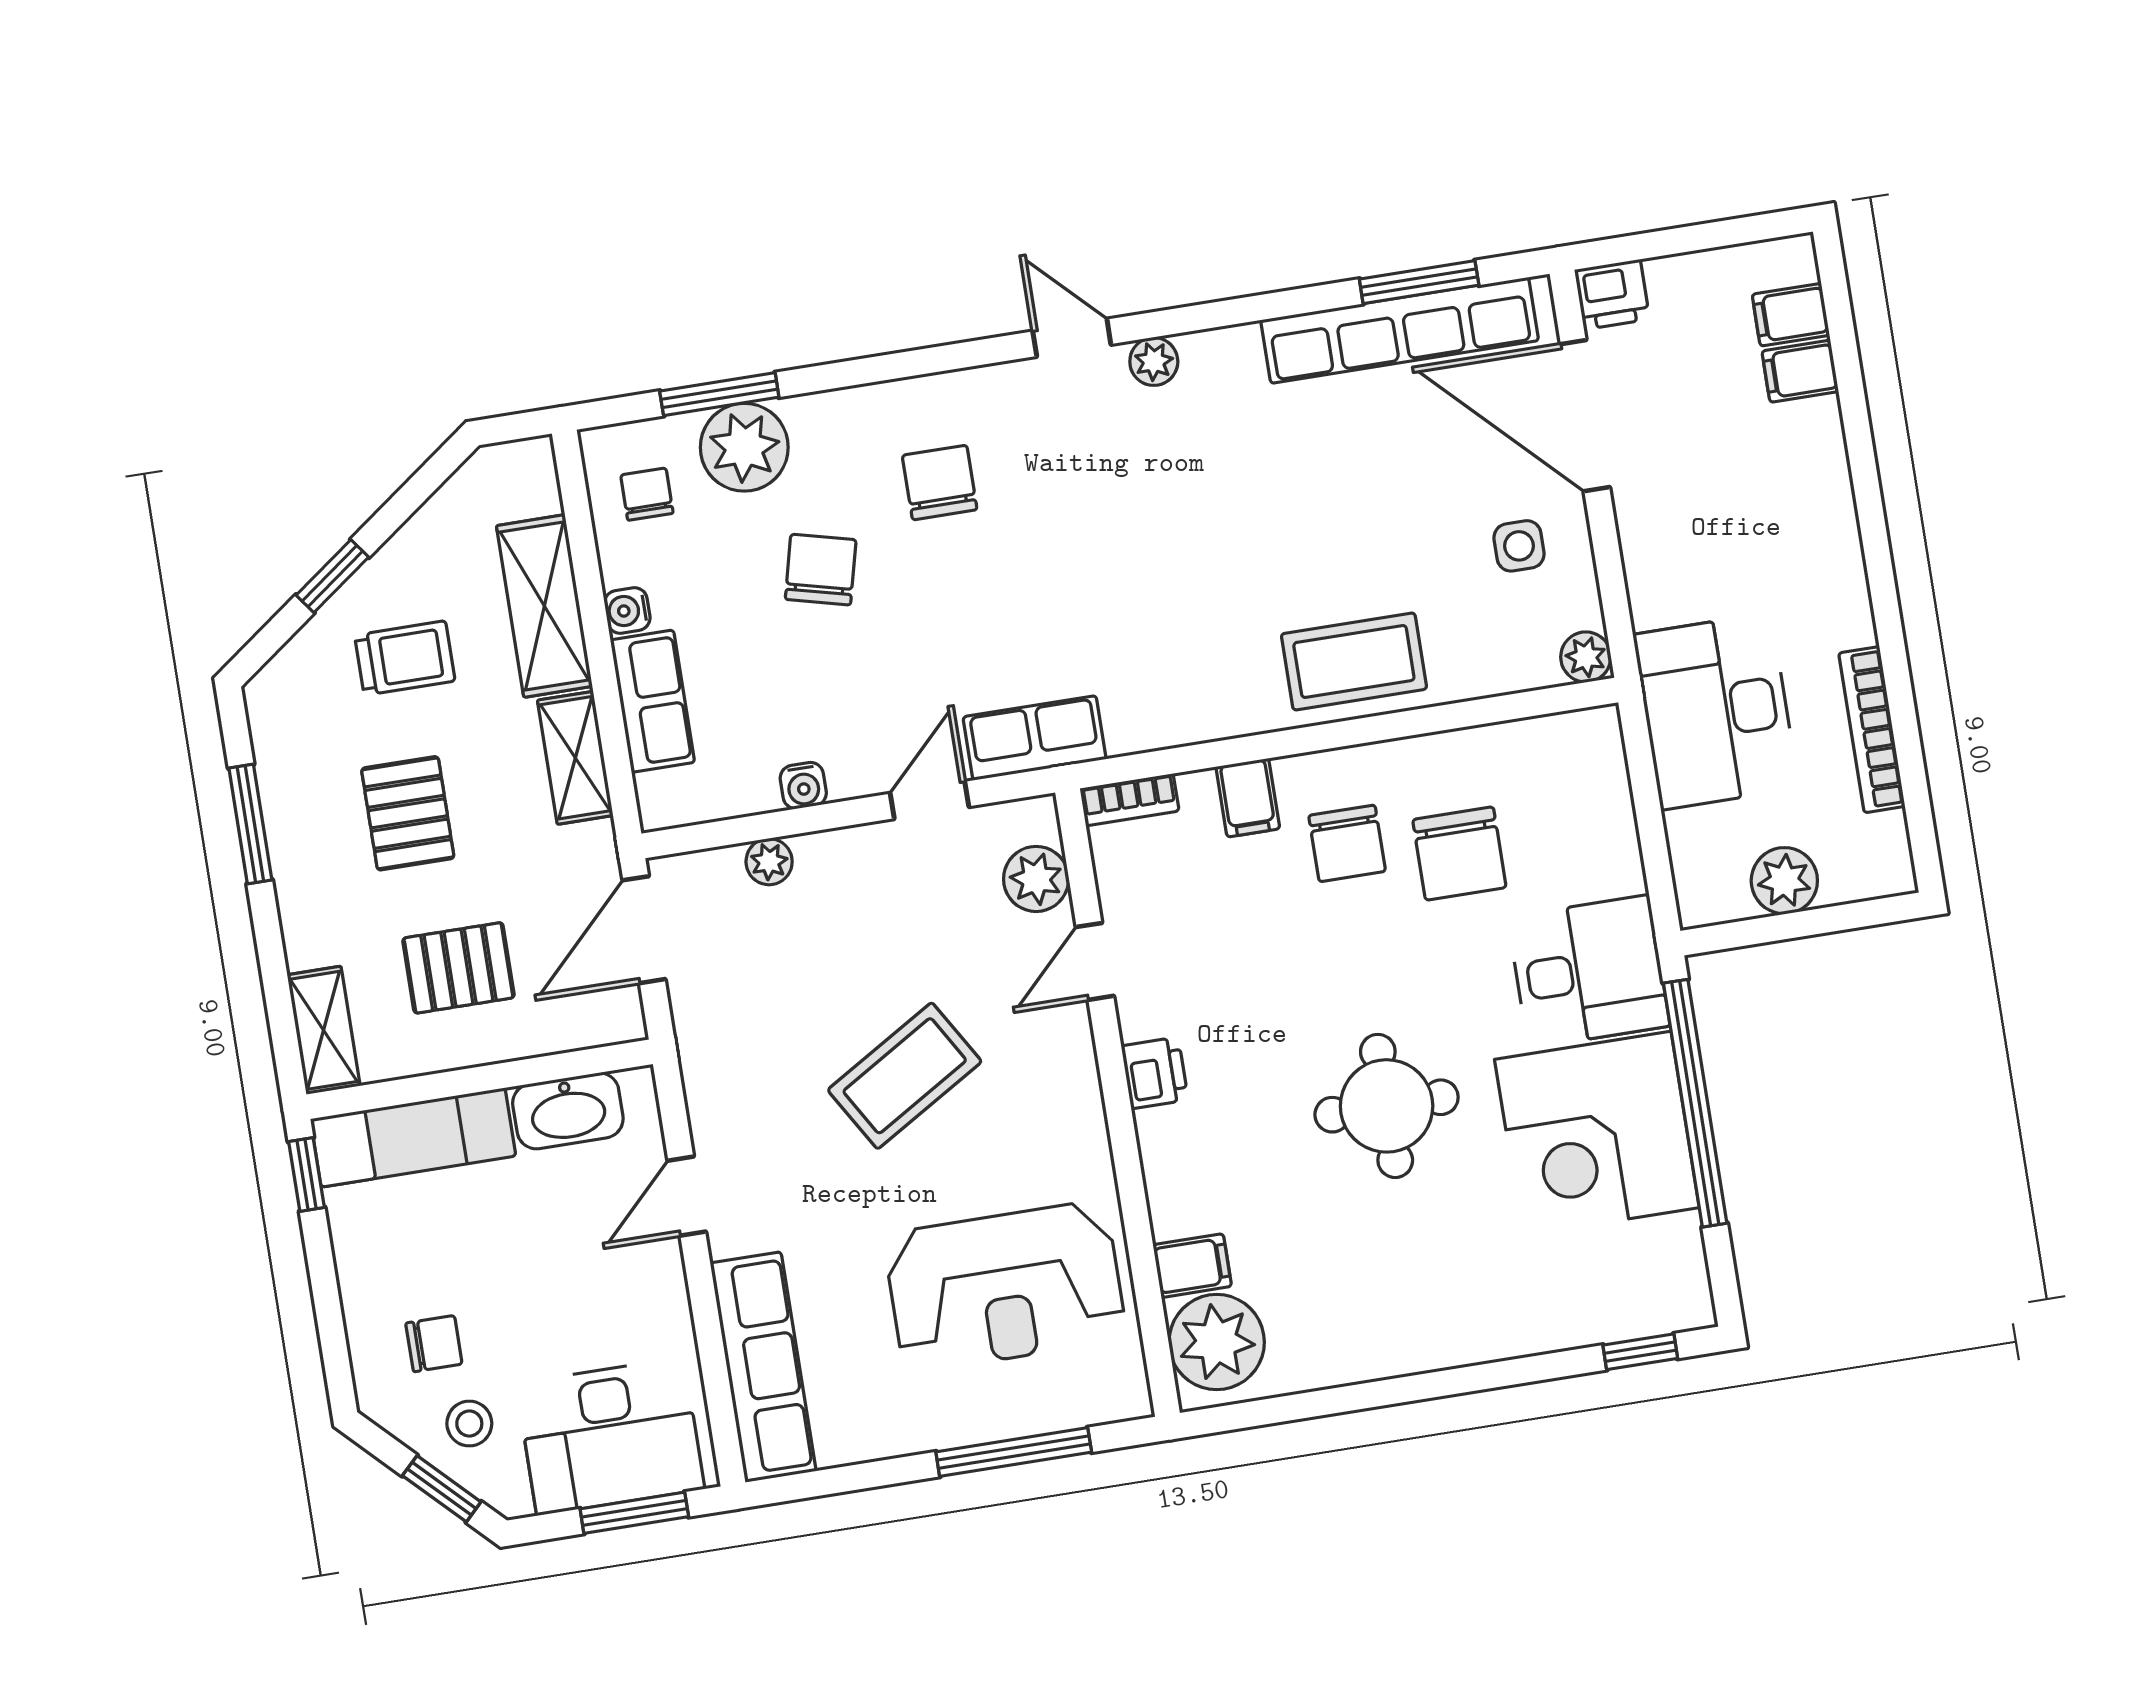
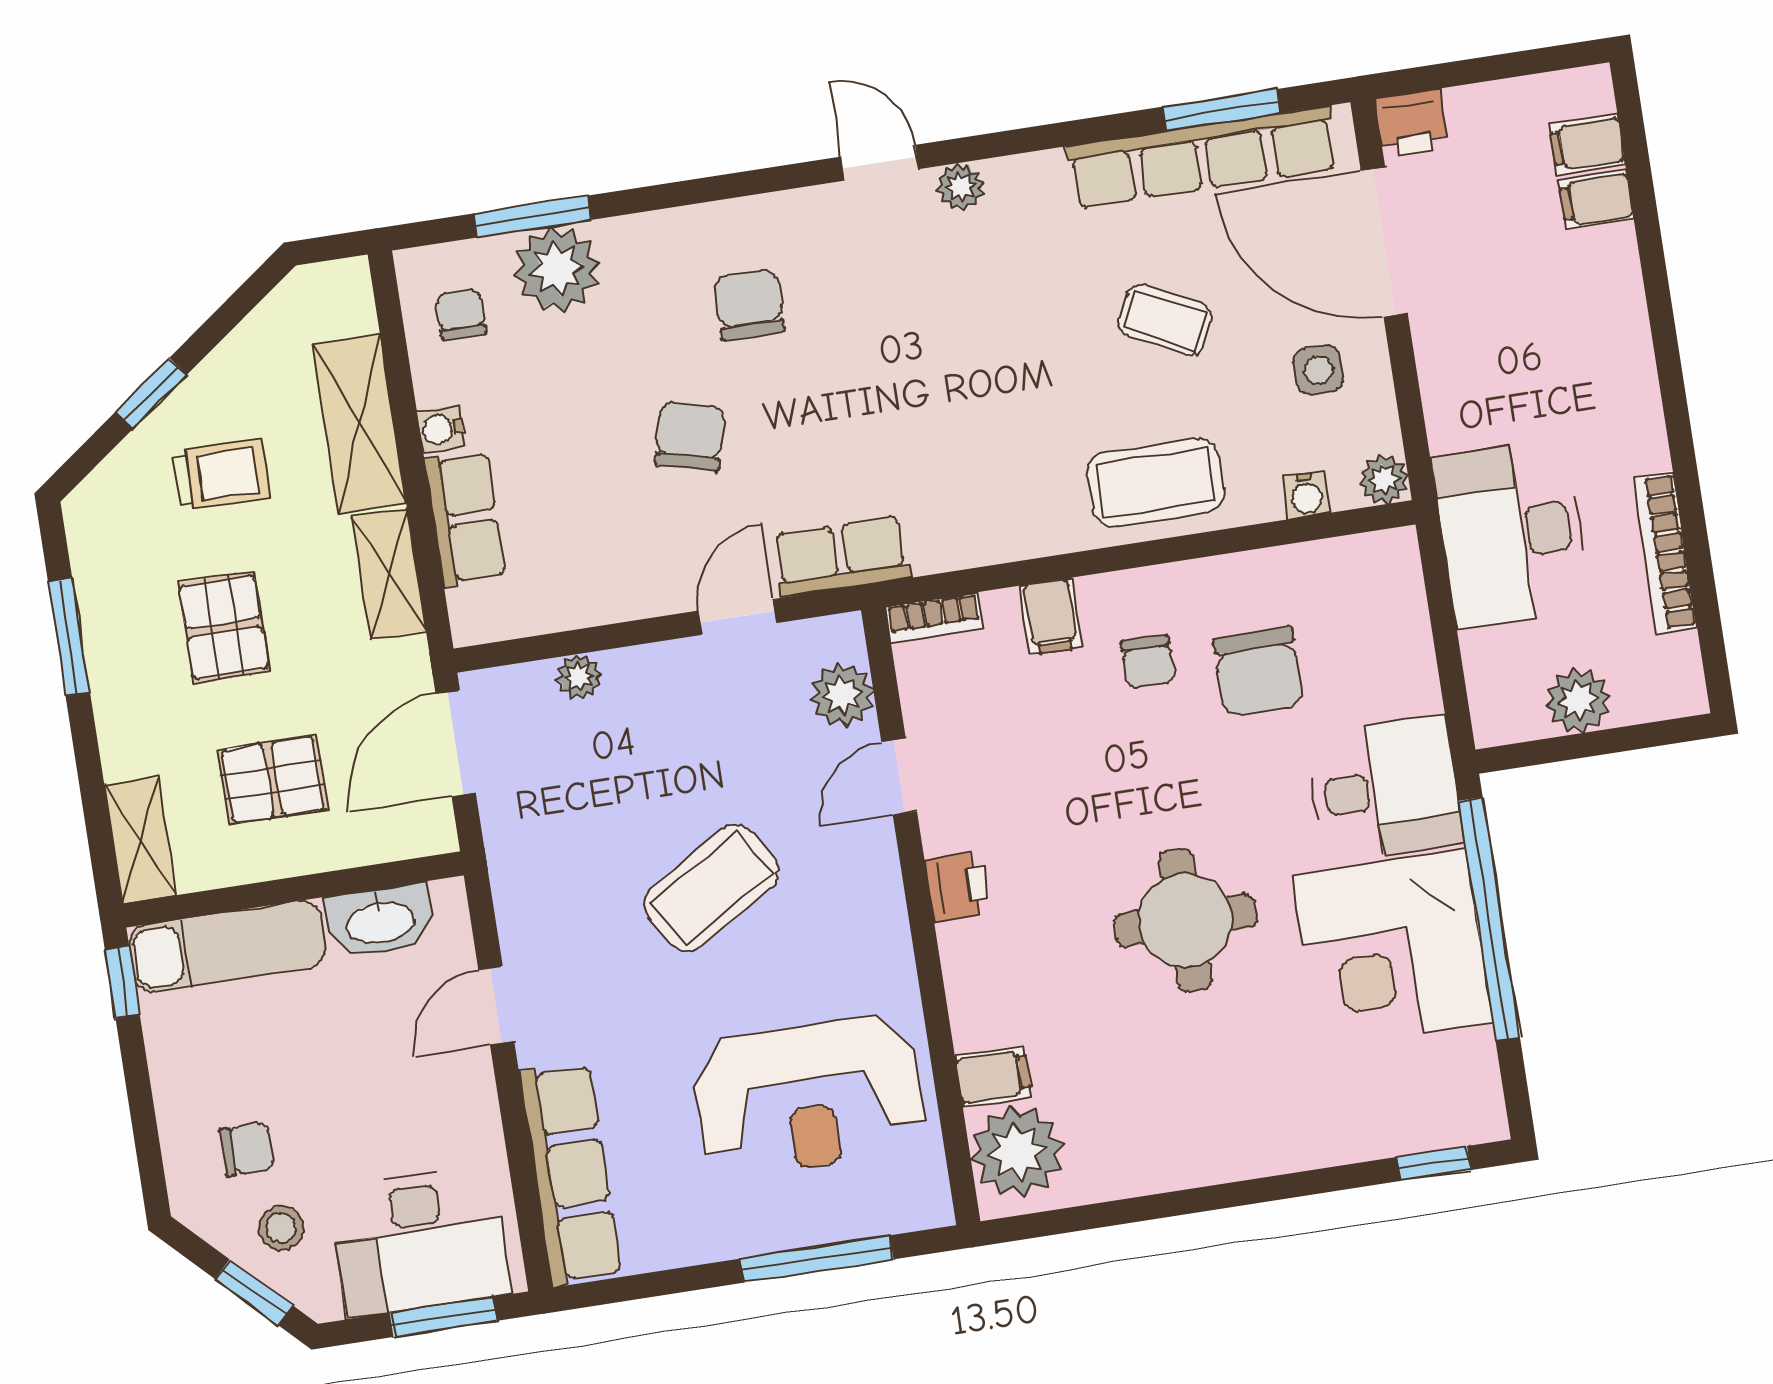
coffee table: (1363, 496) -> (1165, 320), added
chair: (821, 570) -> (690, 436), moved
water cooler: (803, 786) -> (1306, 495), moved
chair: (1347, 843) -> (1148, 662), width x0.73, depth x0.73

